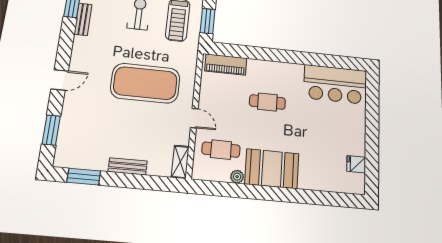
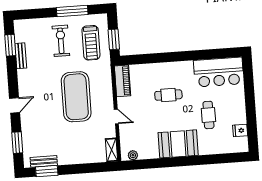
piano: (226, 64) -> (123, 81), moved, turned -90
exercise mat: (145, 83) -> (76, 97), turned 90
cafe table: (221, 150) -> (208, 115), moved, turned 90
bench: (128, 166) -> (44, 161), moved
plant: (237, 177) -> (133, 155), moved

